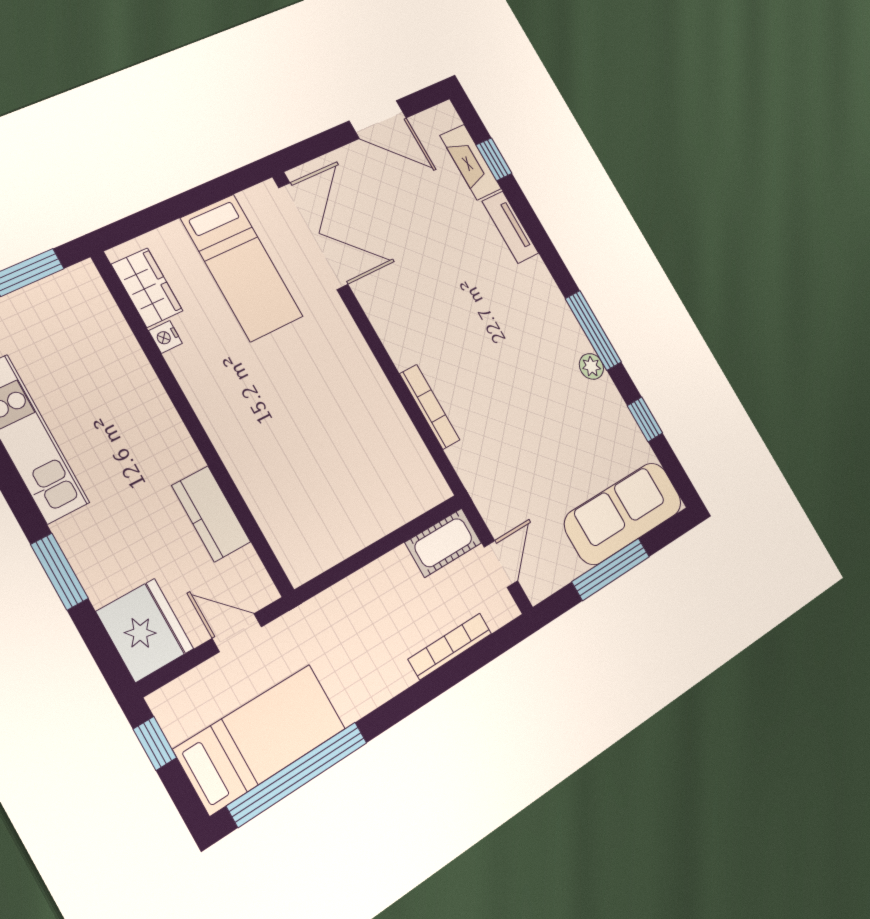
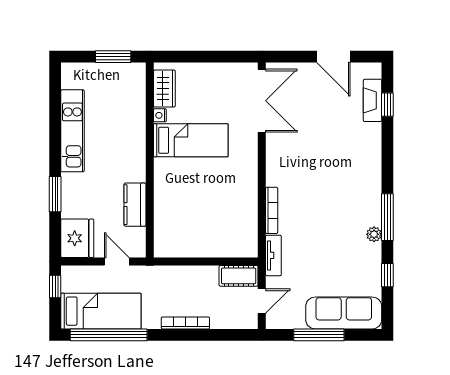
tv unit: (510, 227) -> (273, 255), moved, turned 180
bed: (242, 267) -> (191, 140), moved, turned -90
bookcase: (450, 646) -> (185, 323), moved

